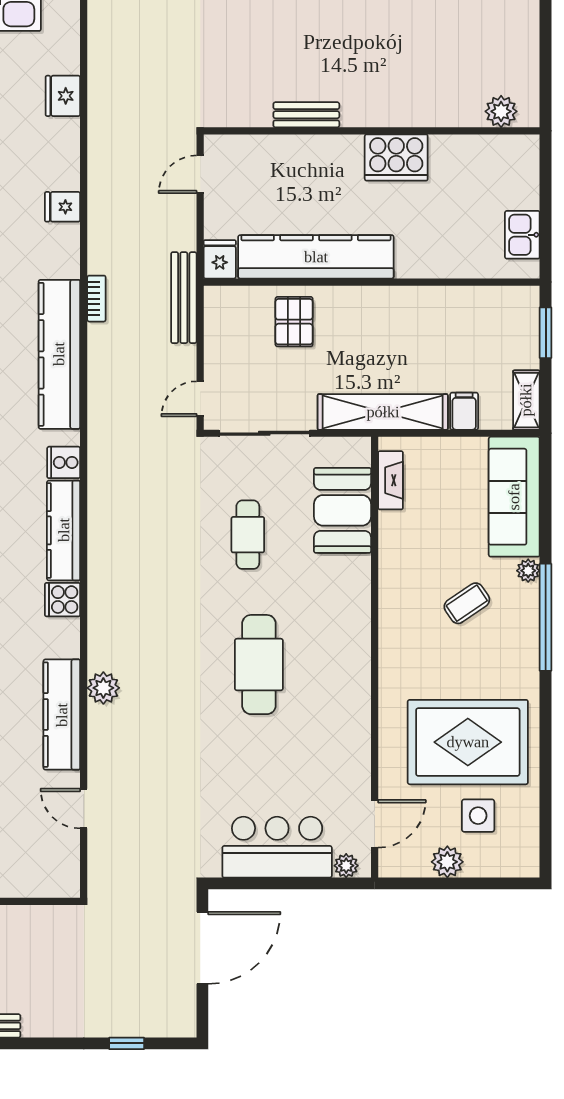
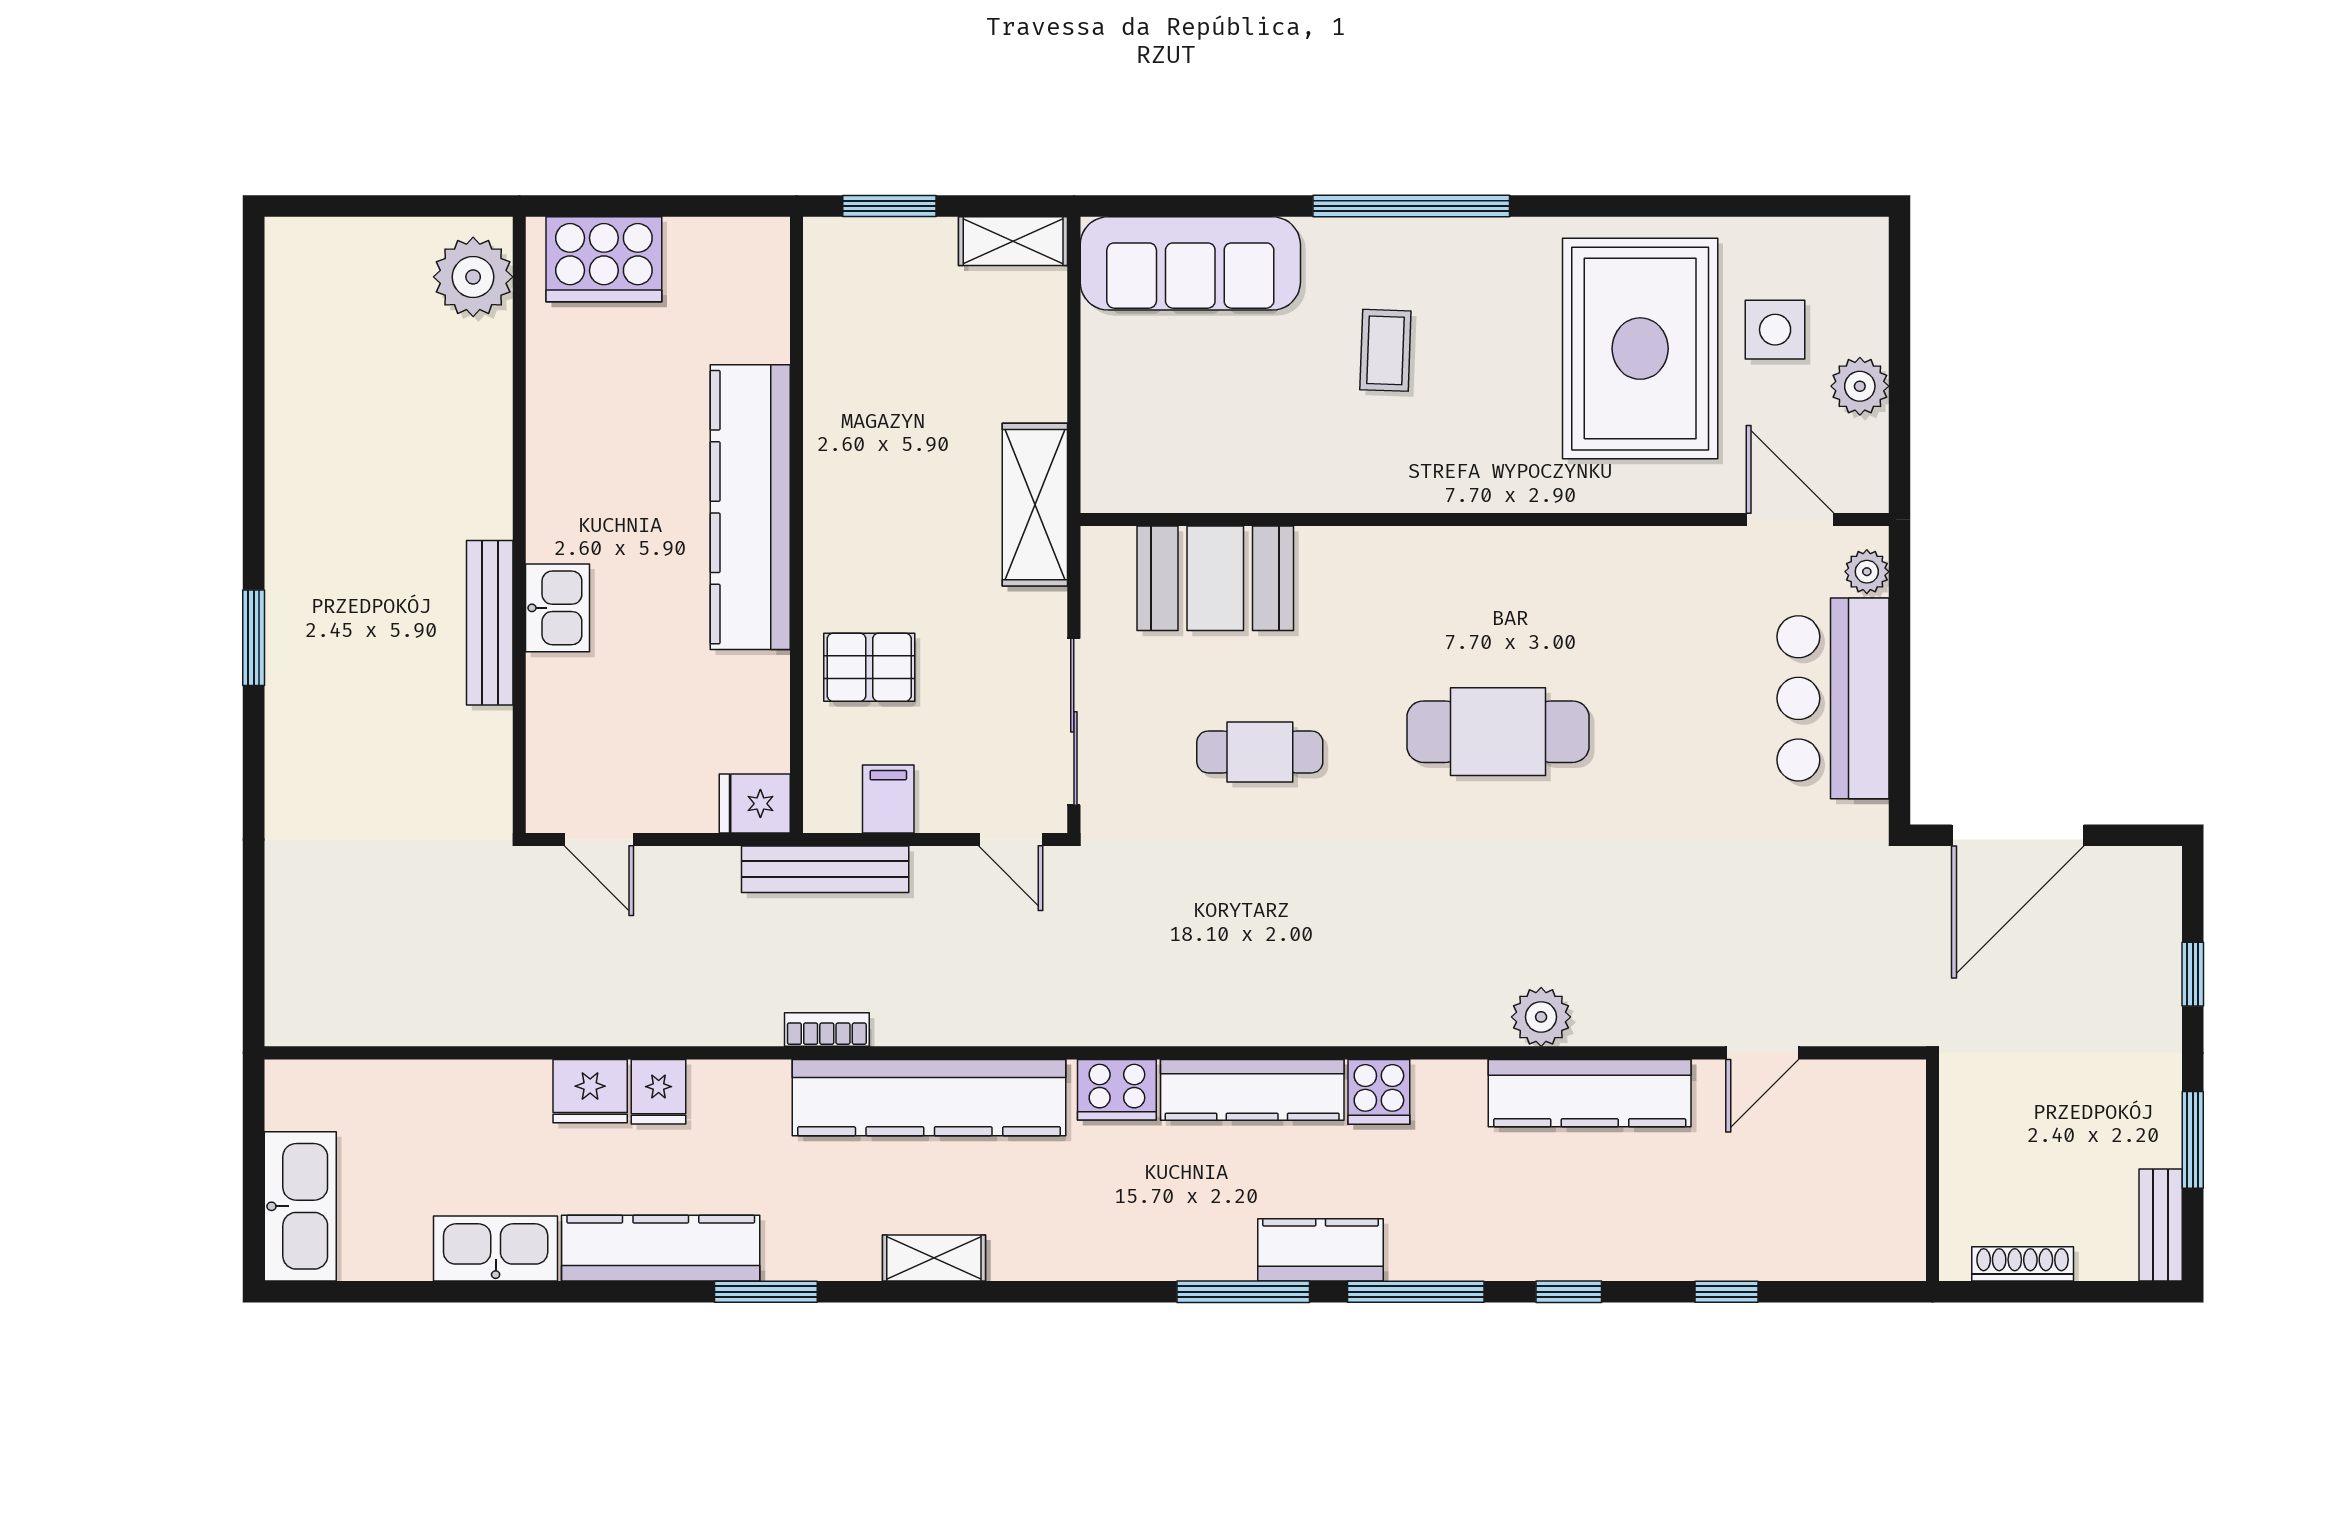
fridge: (63, 96) -> (590, 1091), moved
plant: (501, 111) -> (473, 277), width x1.36, depth x1.36
bench: (306, 115) -> (490, 623), width x1.36
cooker: (396, 158) -> (604, 259), moved, turned 90
kitchen sink: (522, 235) -> (557, 608), moved, turned -90
kitchen counter: (316, 257) -> (750, 507), moved
filing cabinet: (464, 411) -> (888, 799), moved, turned 90
shelving: (383, 412) -> (1035, 505), width x0.68
cooker: (64, 462) -> (1117, 1090), width x1.36
fireplace: (391, 480) -> (1160, 490), removed
plant: (528, 571) -> (1326, 238), removed
coffee table: (467, 603) -> (1385, 350), turned 36
door: (202, 948) -> (2018, 835), swing flipped
window: (36, 1043) -> (2193, 1140), added

